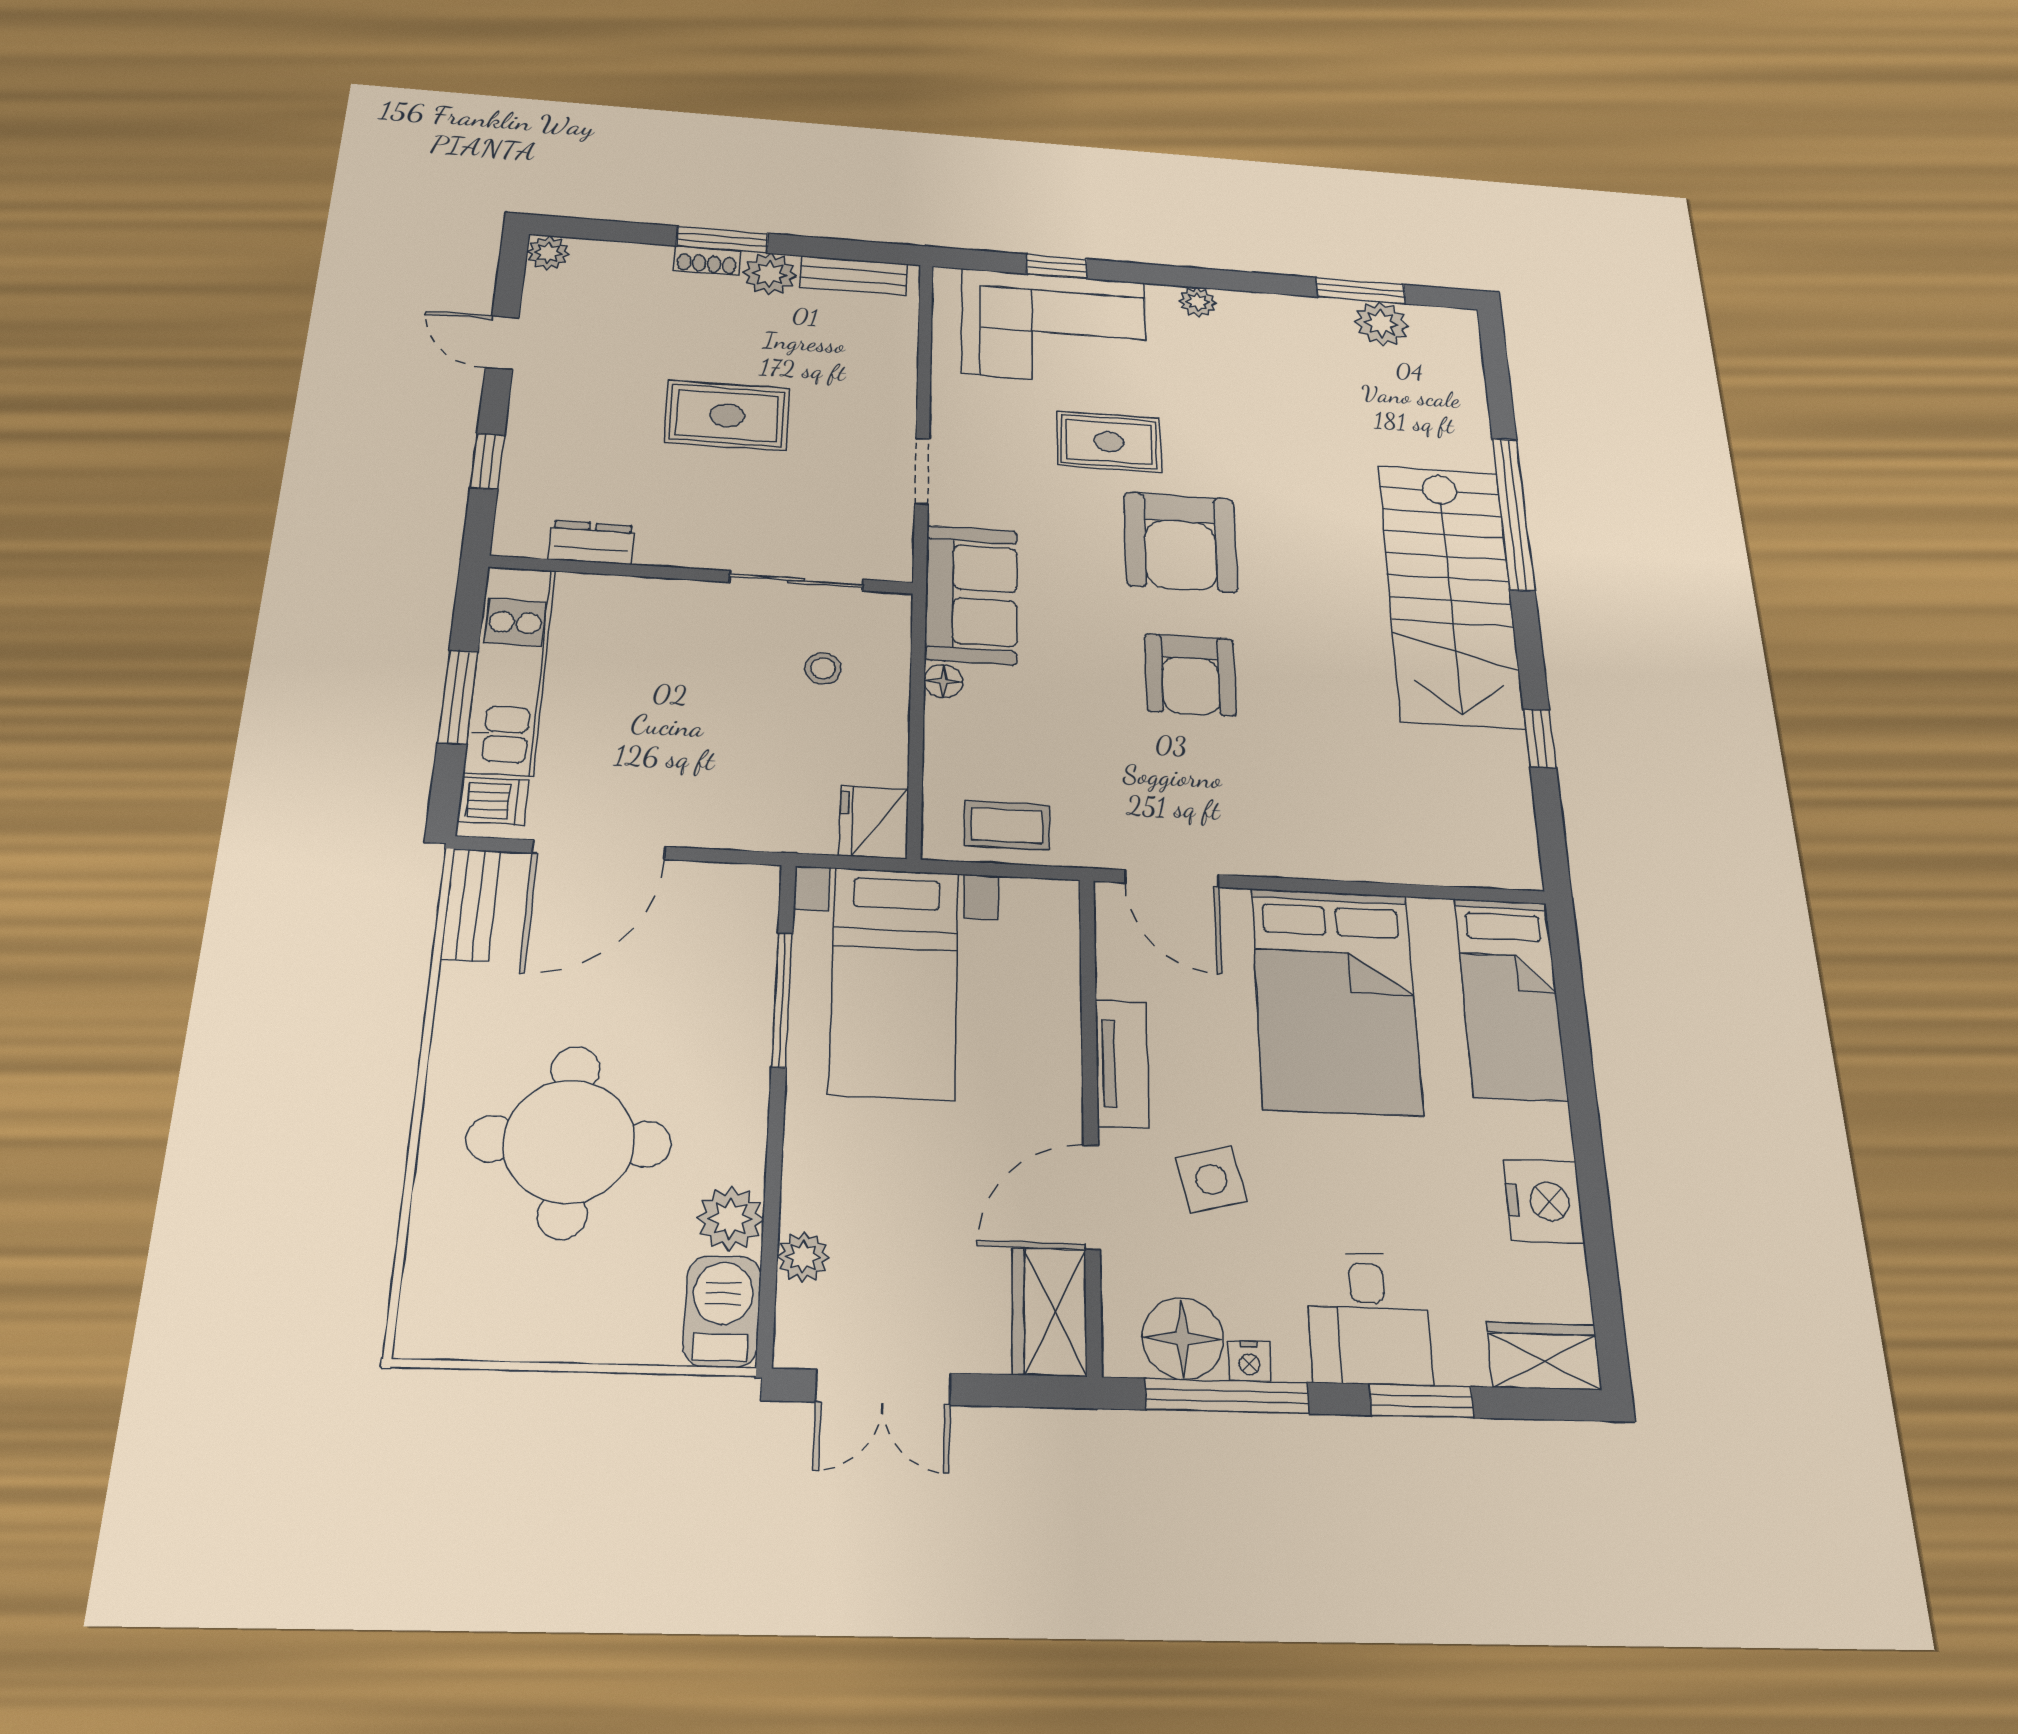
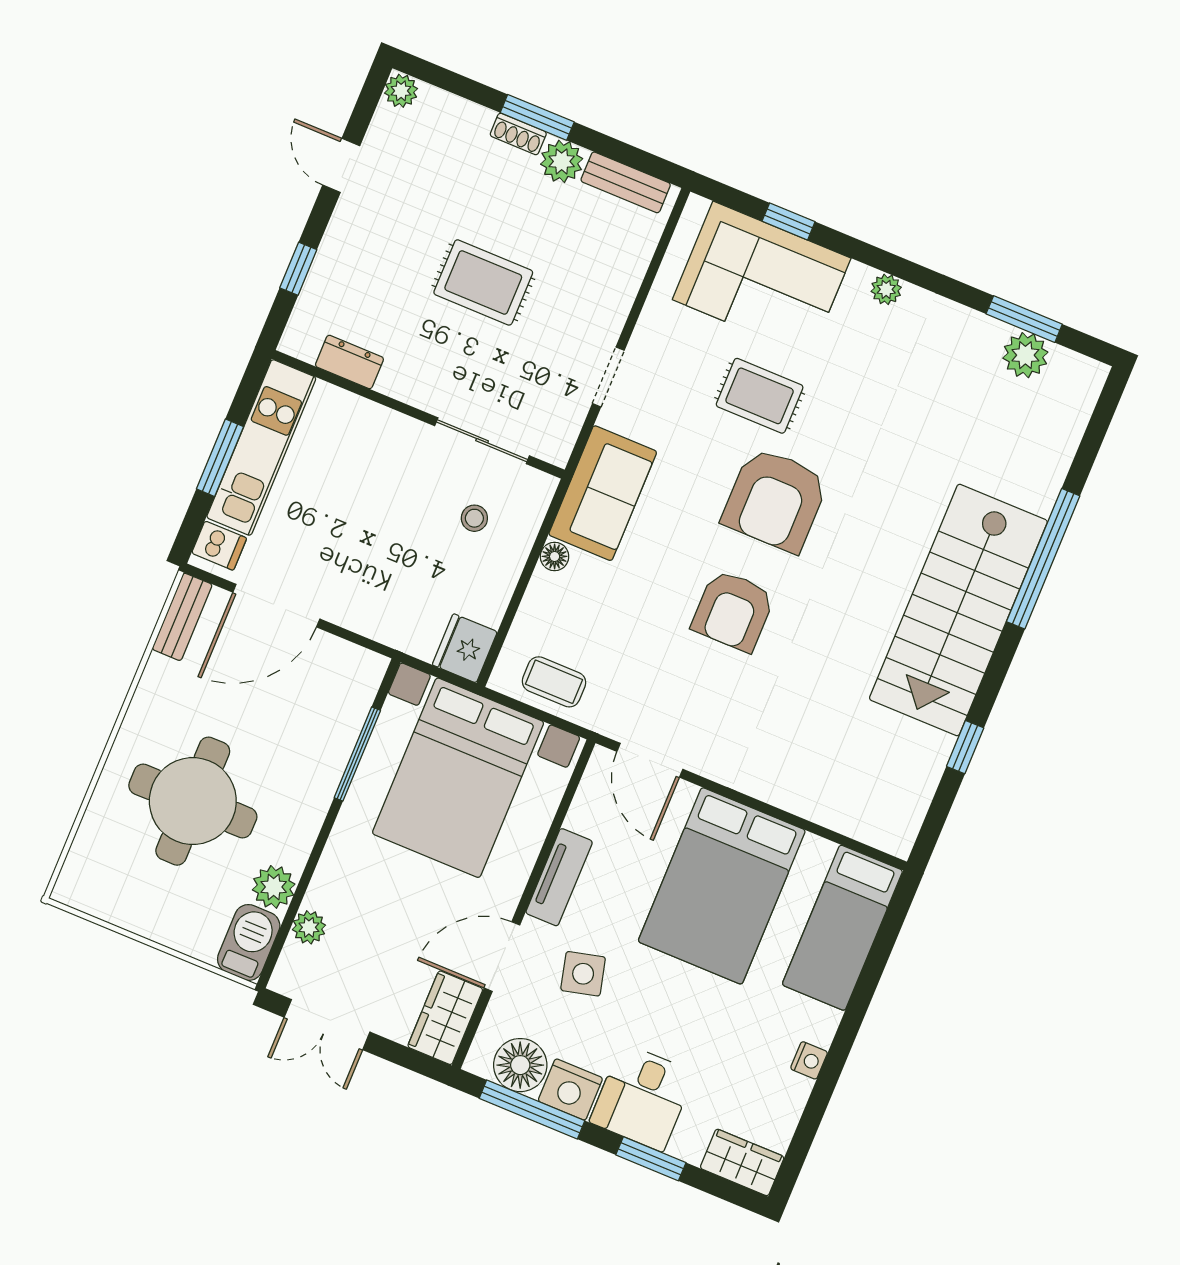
bed with nightstands: (895, 982) -> (458, 778), width x1.36
nightstand: (1544, 1201) -> (809, 1060), width x0.53, depth x0.56
nightstand: (1249, 1361) -> (570, 1089), width x1.89, depth x1.79

